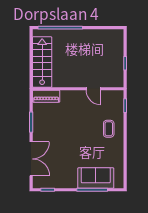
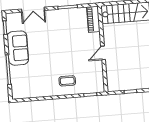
door: (93, 89) -> (103, 53), moved
double door: (31, 159) -> (33, 10), width x0.73
sofa: (96, 178) -> (18, 48), moved

